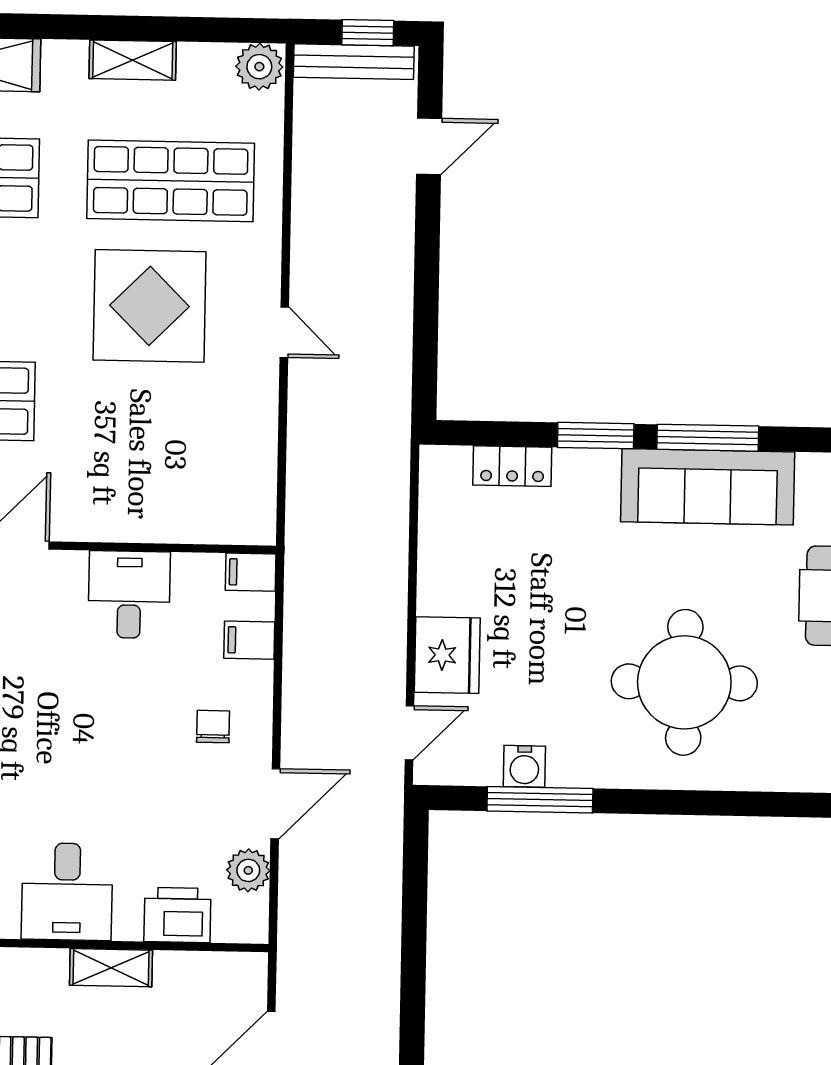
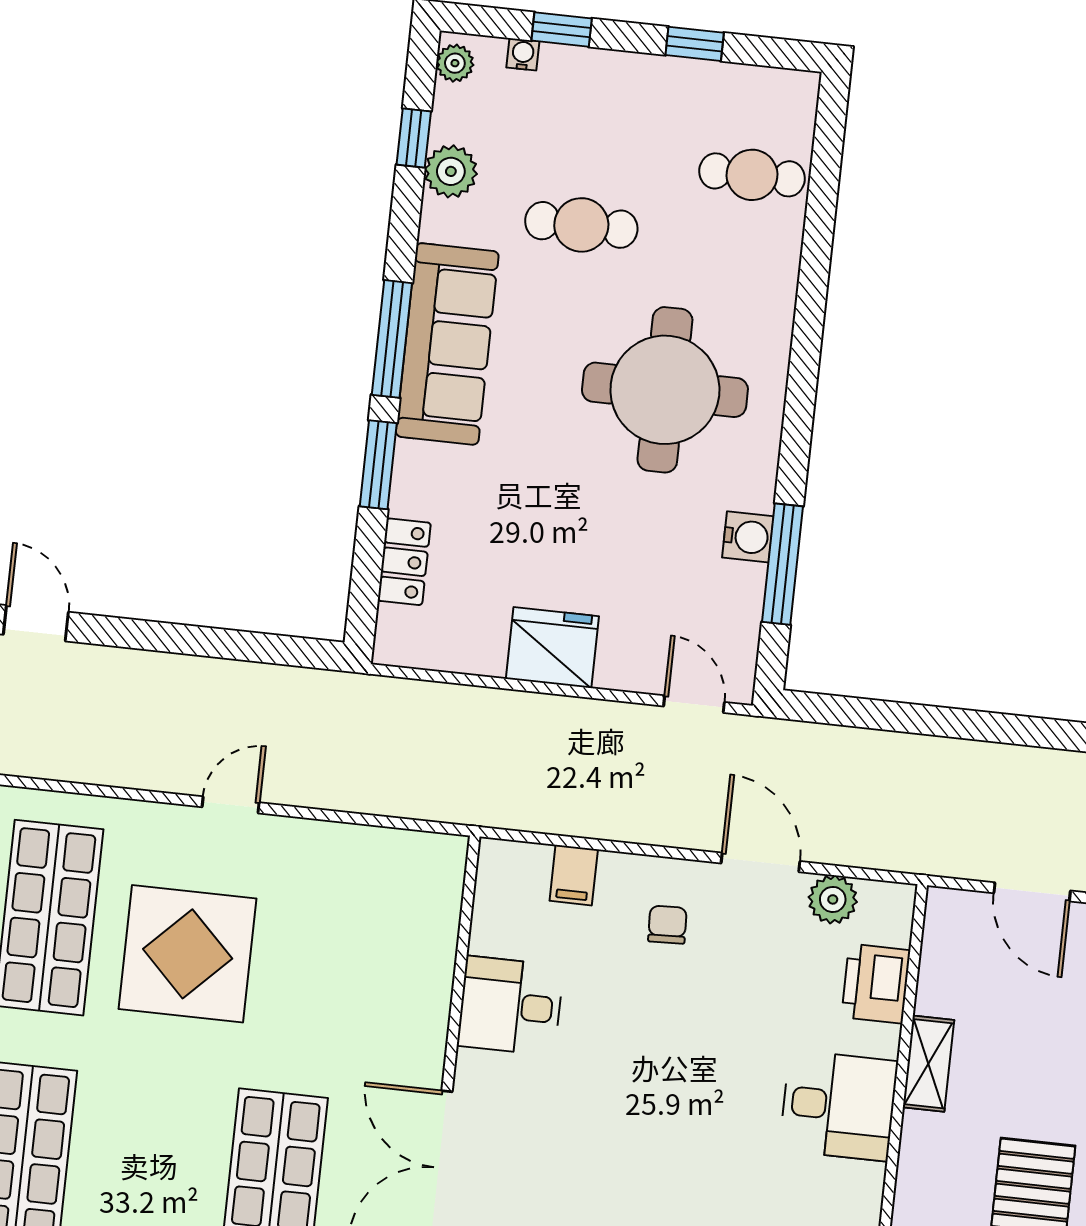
filing cabinet: (251, 572) -> (497, 867), removed
fridge: (447, 655) -> (552, 648), moved
chair: (213, 727) -> (667, 925), turned 88
water cooler: (524, 766) -> (748, 537), moved

